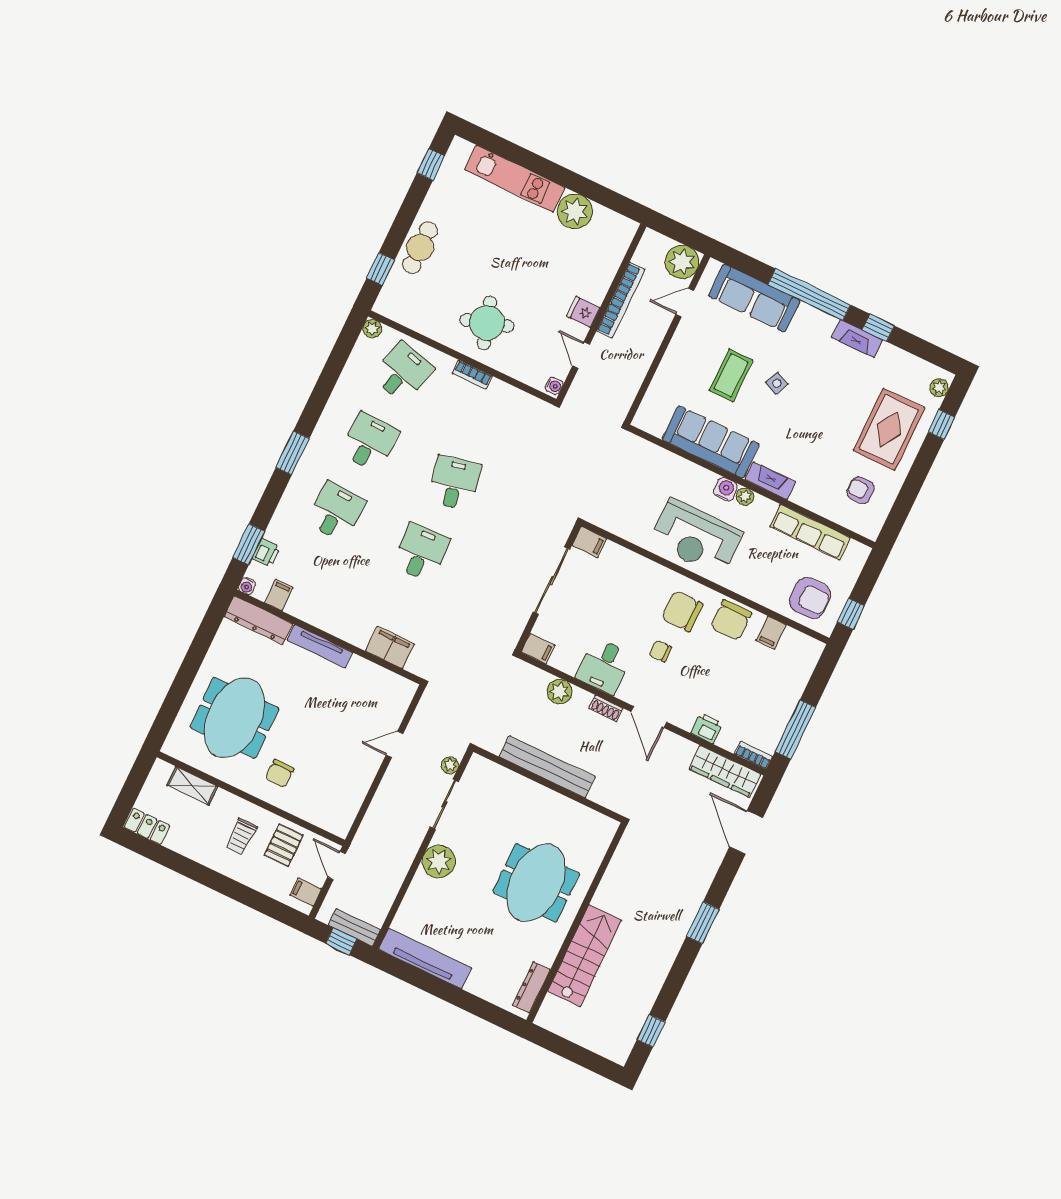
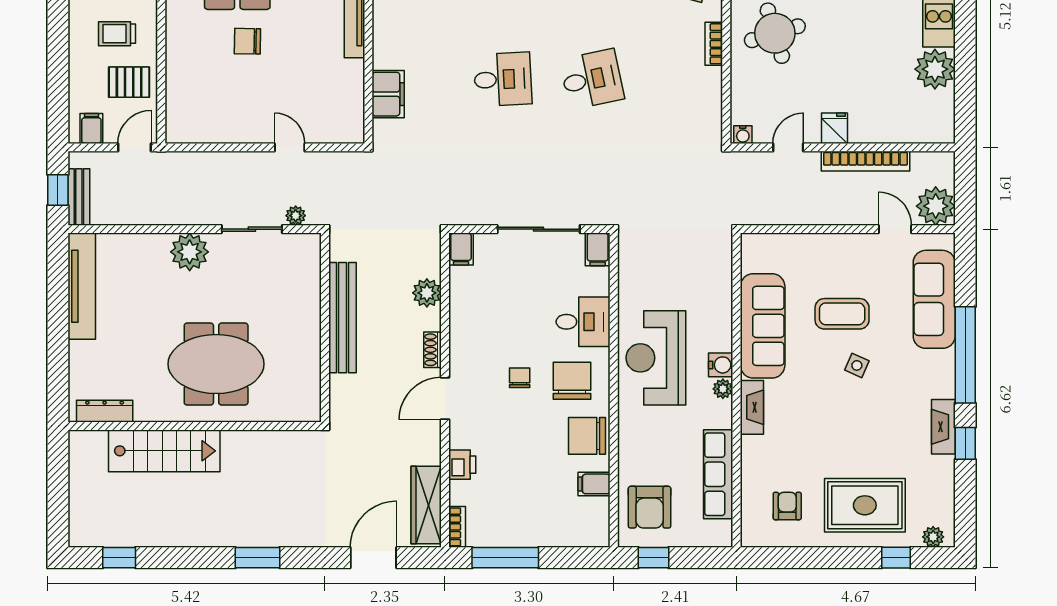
desk: (604, 666) -> (583, 322), moved, turned 180
chair: (280, 774) -> (247, 41), moved

